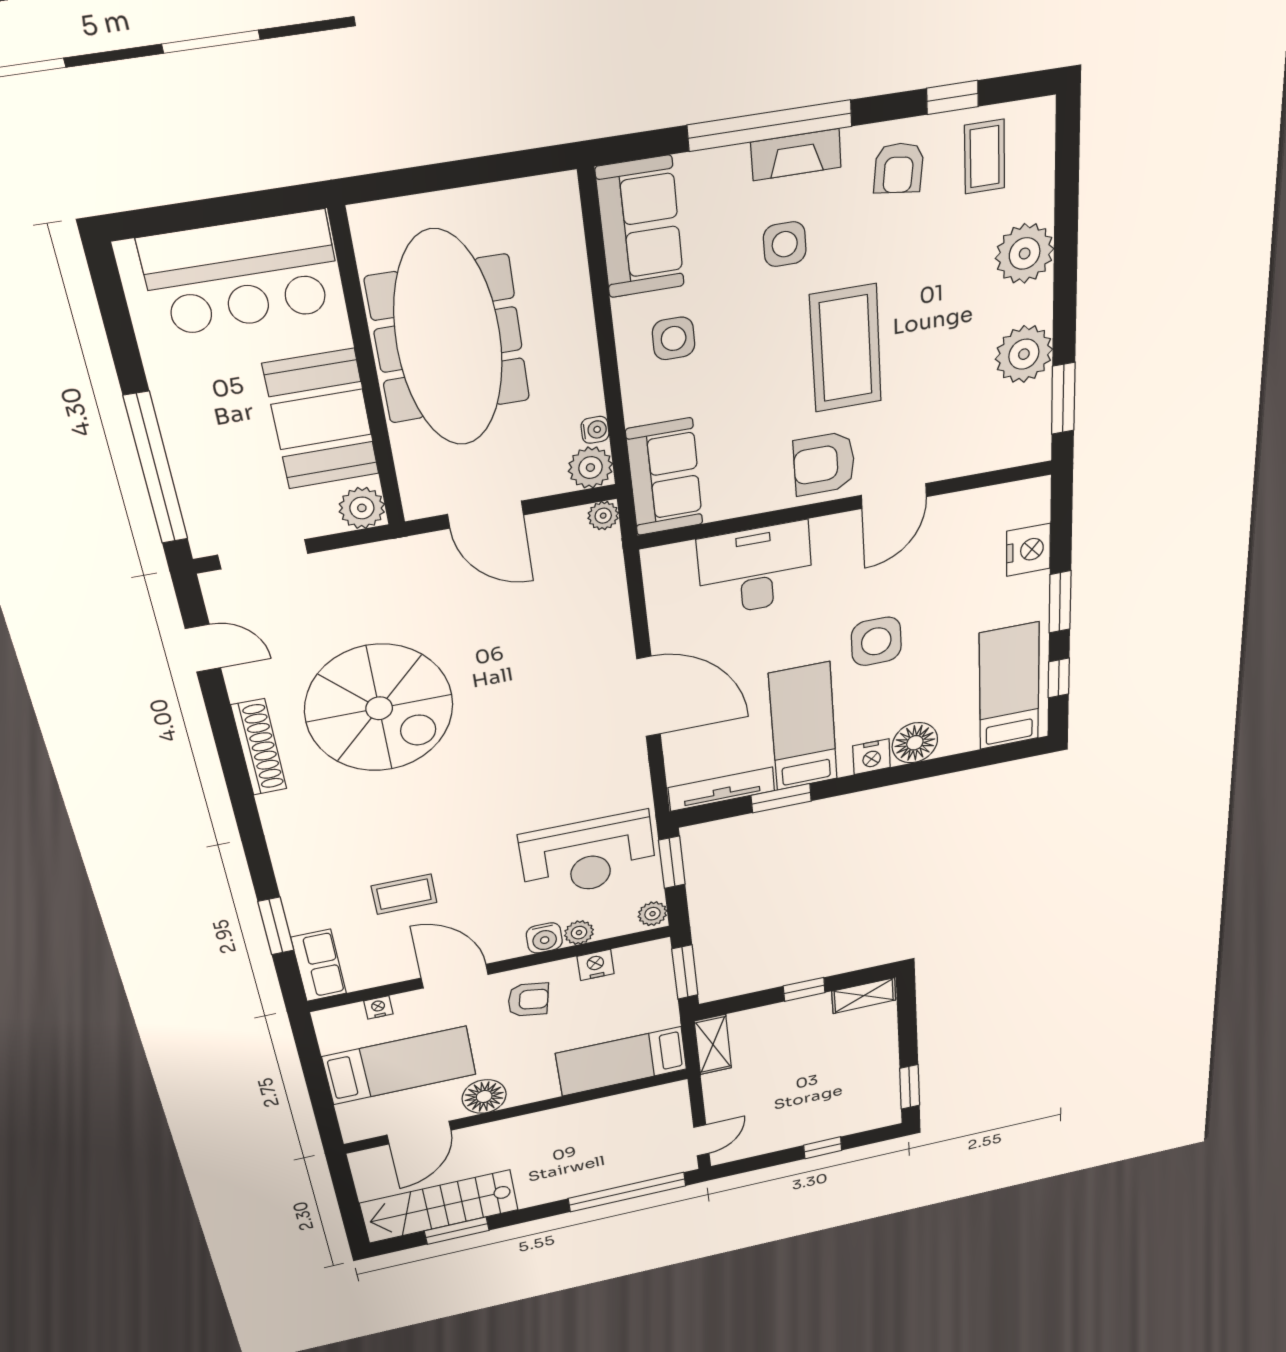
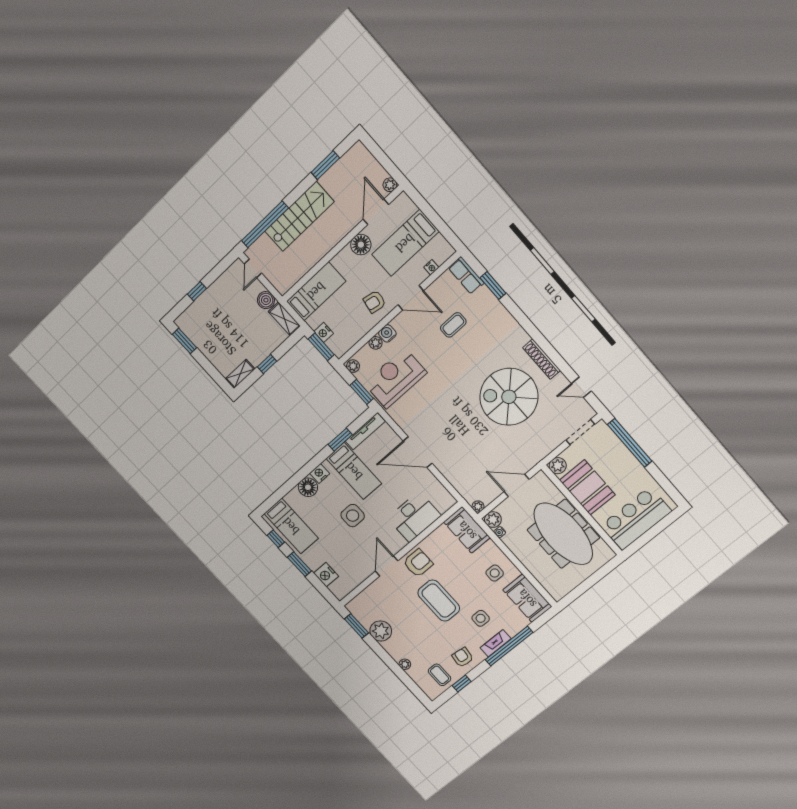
plant: (1025, 253) -> (405, 664), width x0.53, depth x0.53
nightstand: (596, 965) -> (324, 332), moved, turned 90
boiler: (720, 1086) -> (266, 300), added
plant: (363, 1161) -> (390, 185), added
stairs: (439, 1206) -> (299, 216), moved

